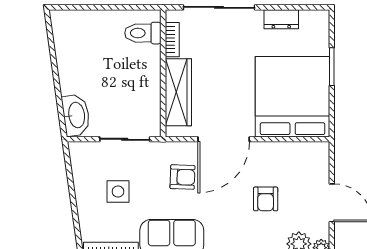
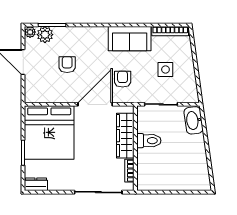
dresser: (281, 19) -> (36, 184), moved
toilet: (143, 33) -> (149, 141), moved
armchair: (182, 177) -> (123, 79), turned 88

